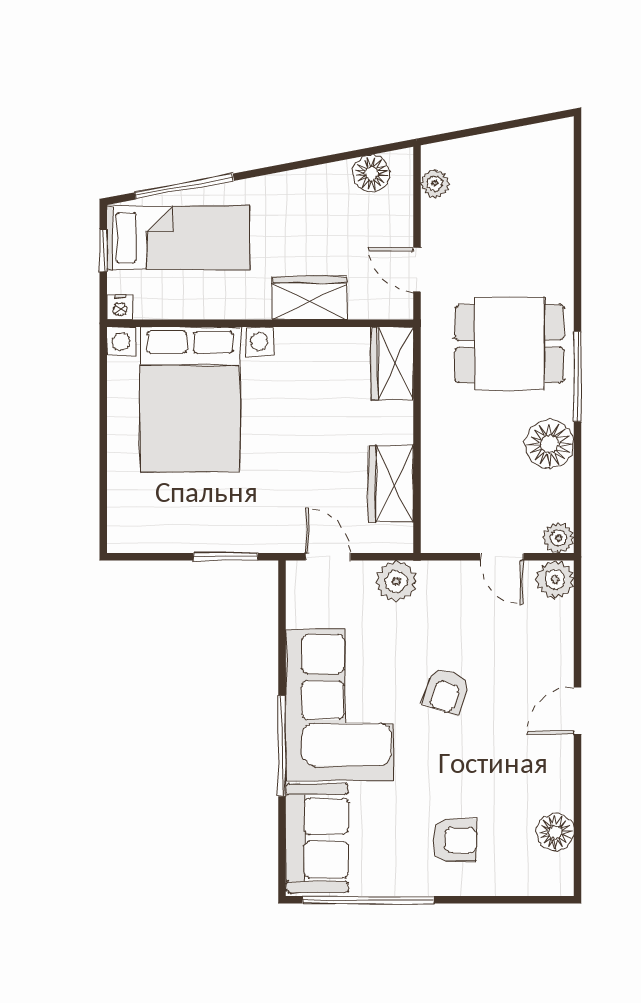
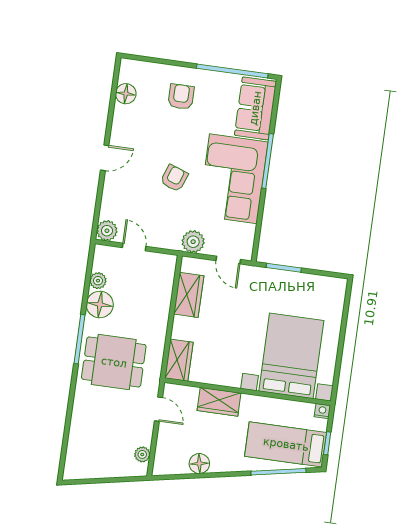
floor lamp: (371, 173) -> (199, 464), moved
plant: (559, 538) -> (98, 281), moved
armchair: (455, 840) -> (181, 97), turned 90

